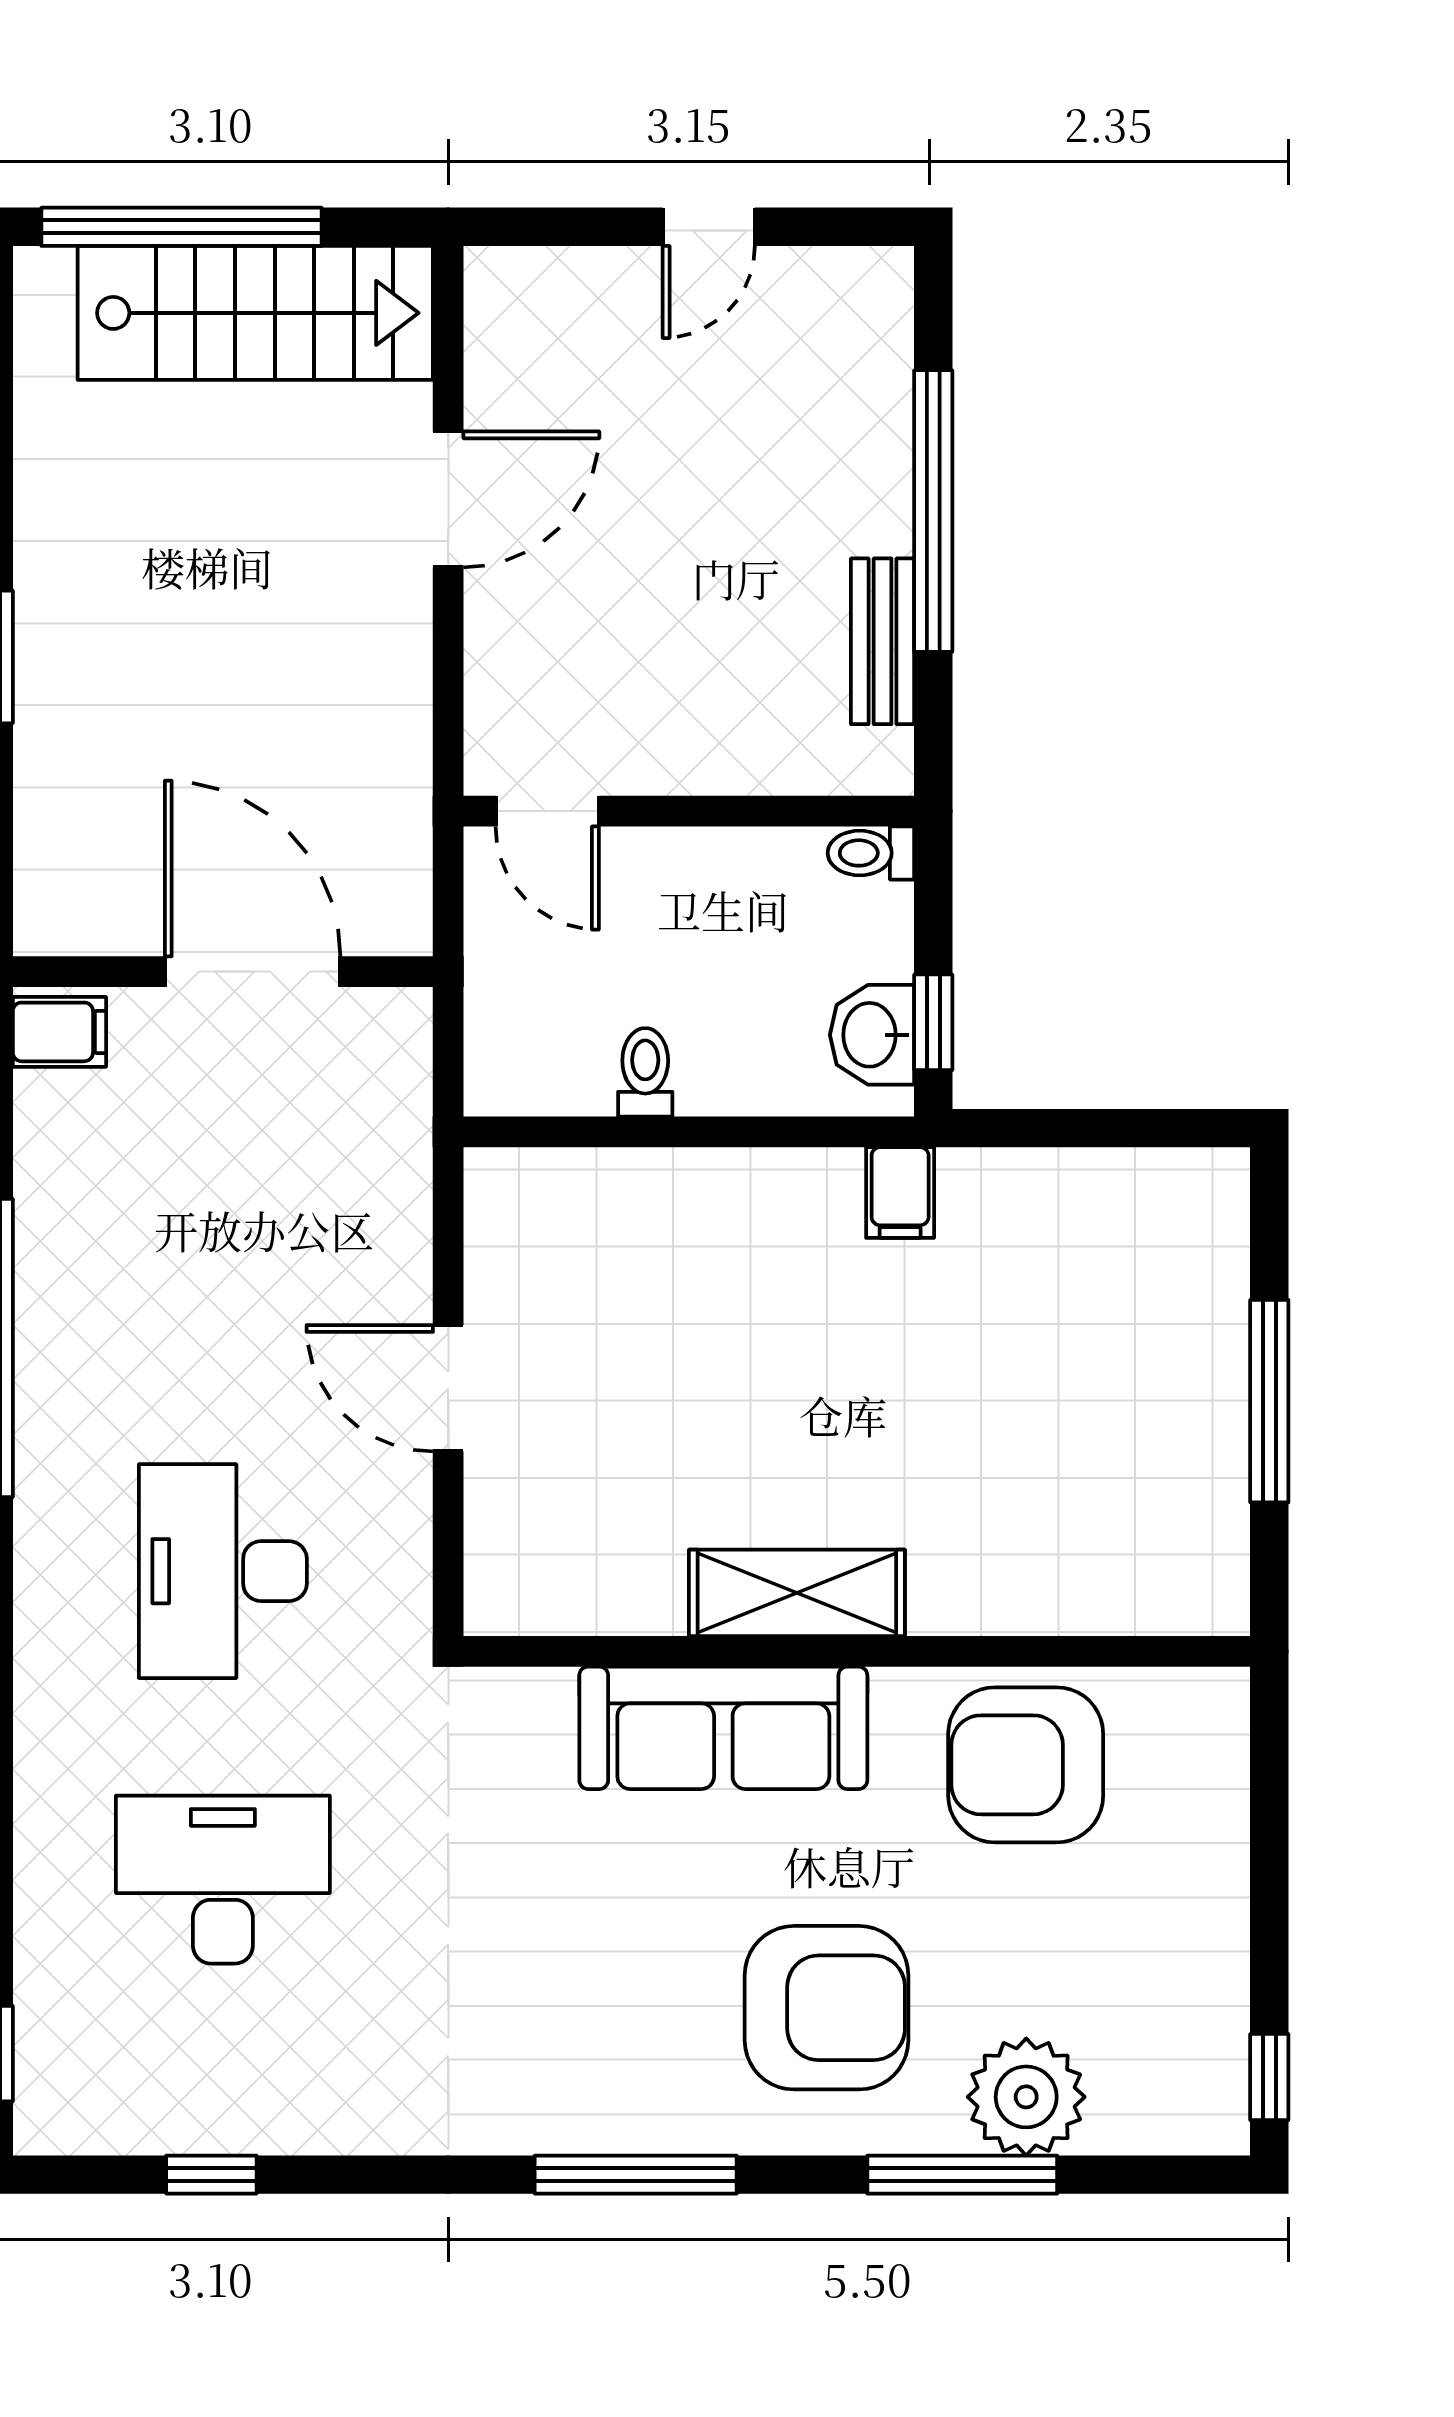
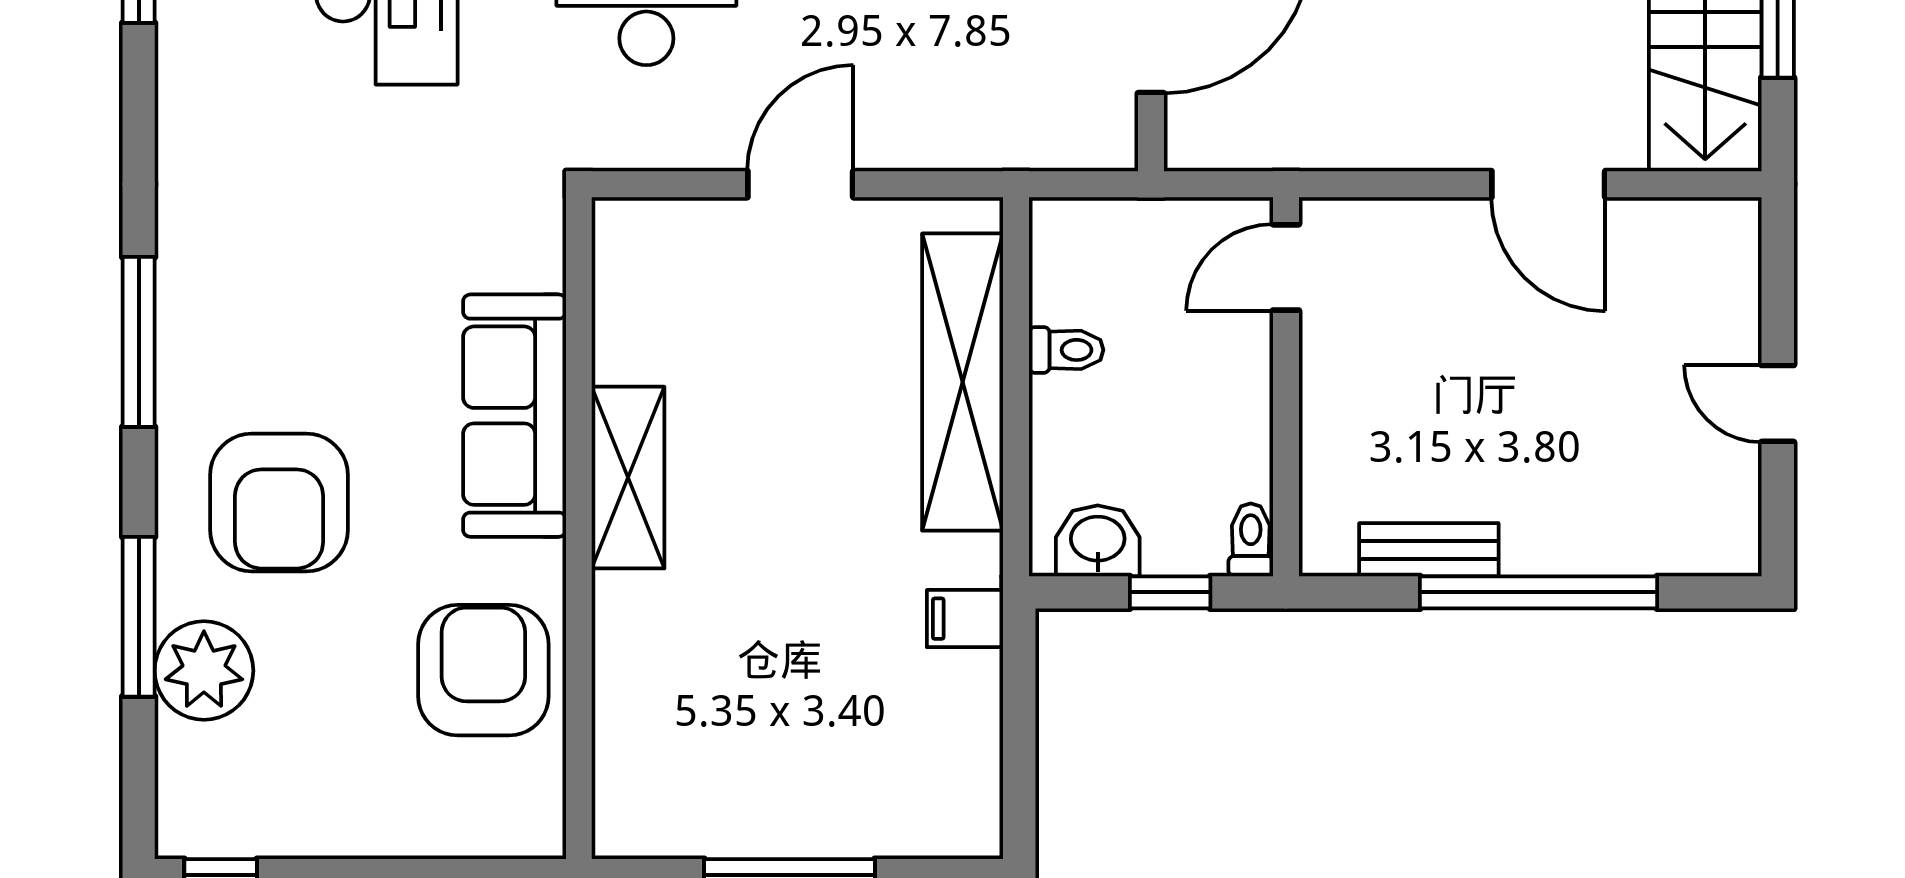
window: (933, 1022) -> (1170, 592), moved
filing cabinet: (900, 1193) -> (965, 619), moved
shelving: (683, 1195) -> (963, 382), added

